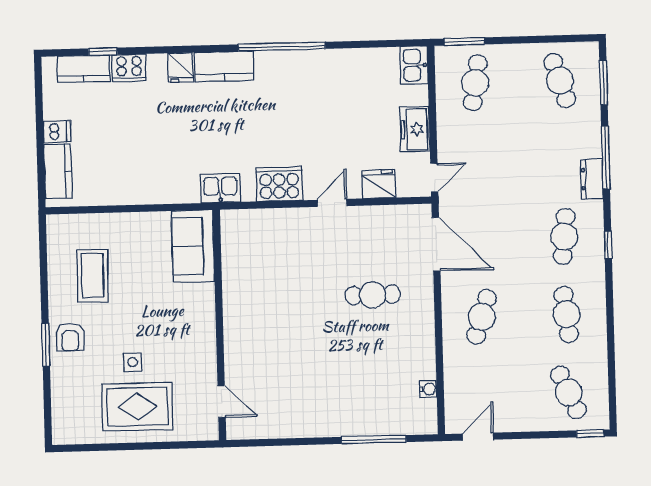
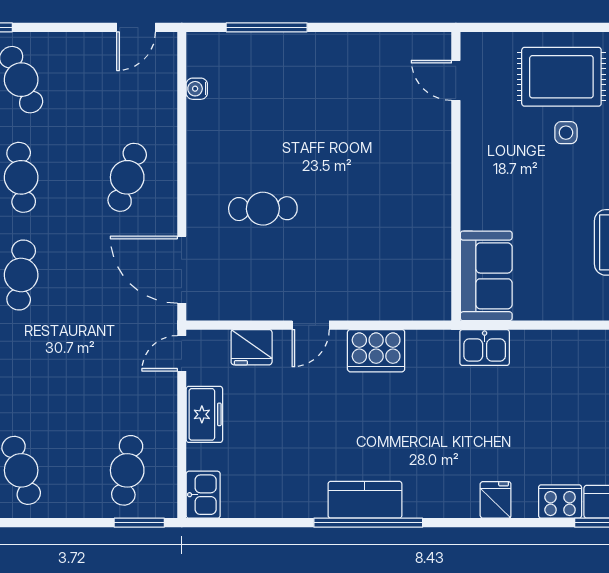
kitchen counter: (224, 66) -> (365, 500), moved
kitchen sink: (220, 188) -> (485, 347), moved

